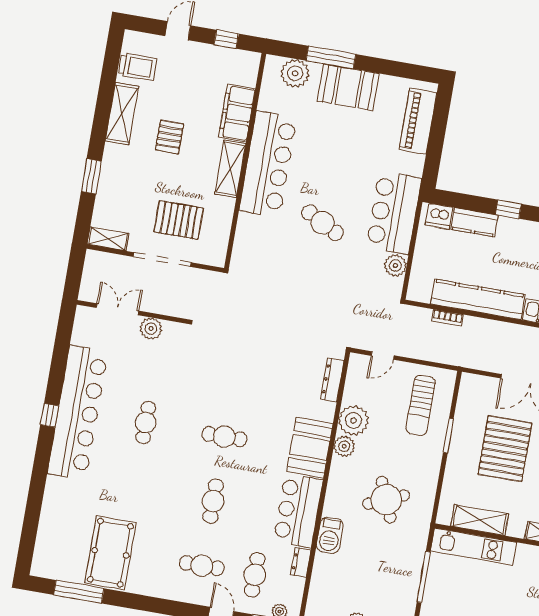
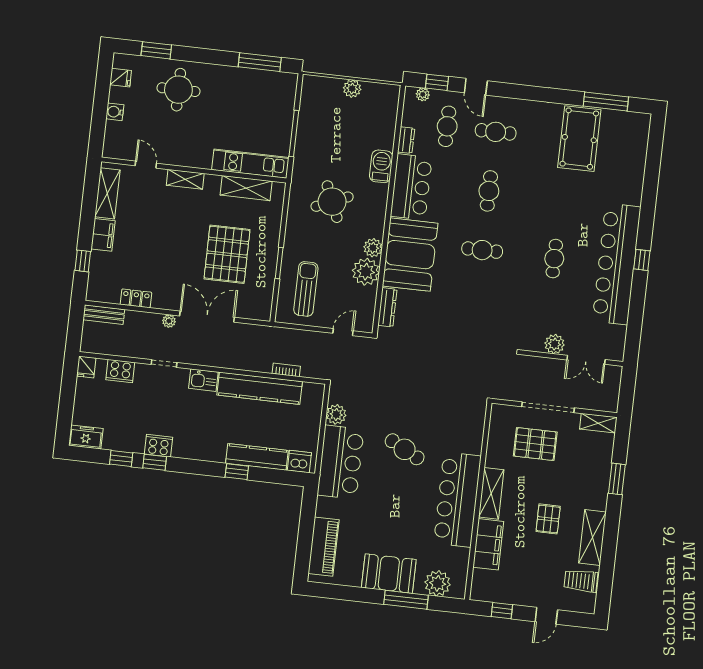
kitchen counter: (474, 222) -> (257, 457), width x1.50
booth: (310, 448) -> (410, 255), width x1.36, depth x1.42

